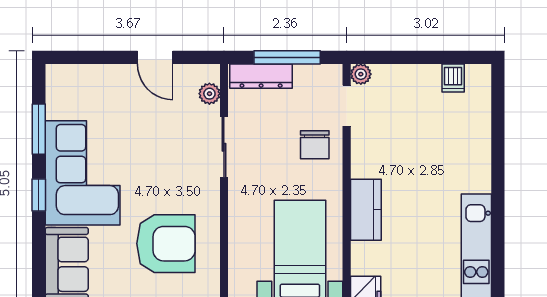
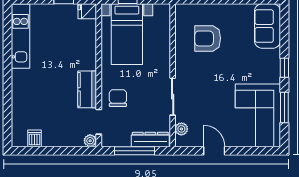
corner sofa: (83, 173) -> (258, 115), moved
kitchen counter: (366, 210) -> (87, 89), moved
armchair: (166, 244) -> (208, 38), width x0.73, depth x0.73

